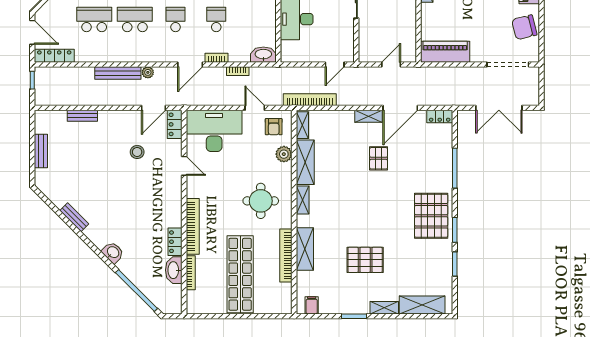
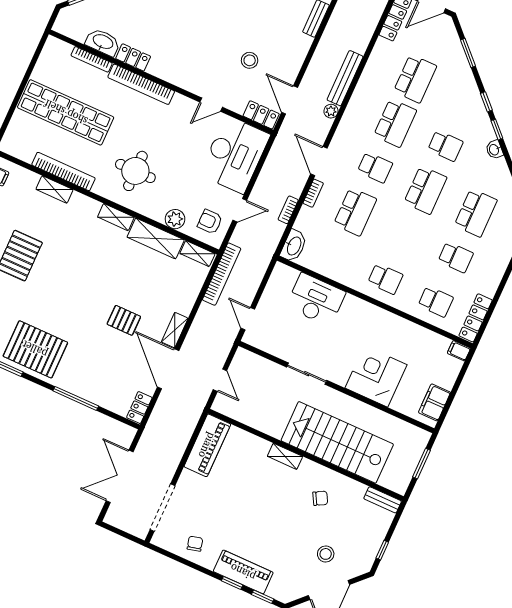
school desk: (216, 19) -> (355, 212), width x1.85
chair: (524, 27) -> (195, 544), width x0.54, depth x0.54
shelving: (305, 249) -> (55, 189), width x0.67, depth x0.75

